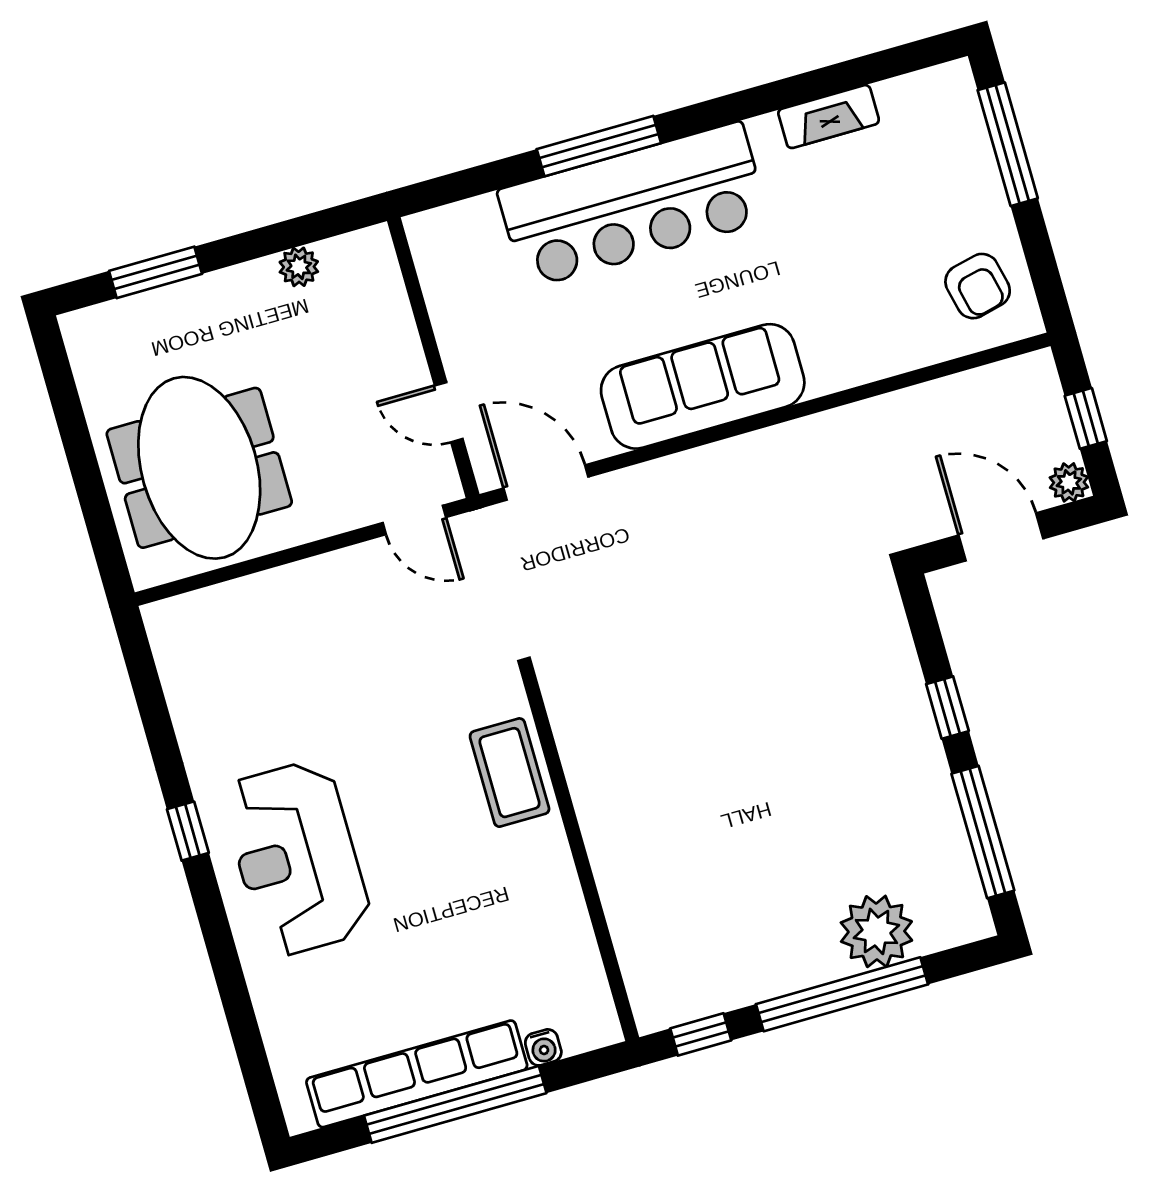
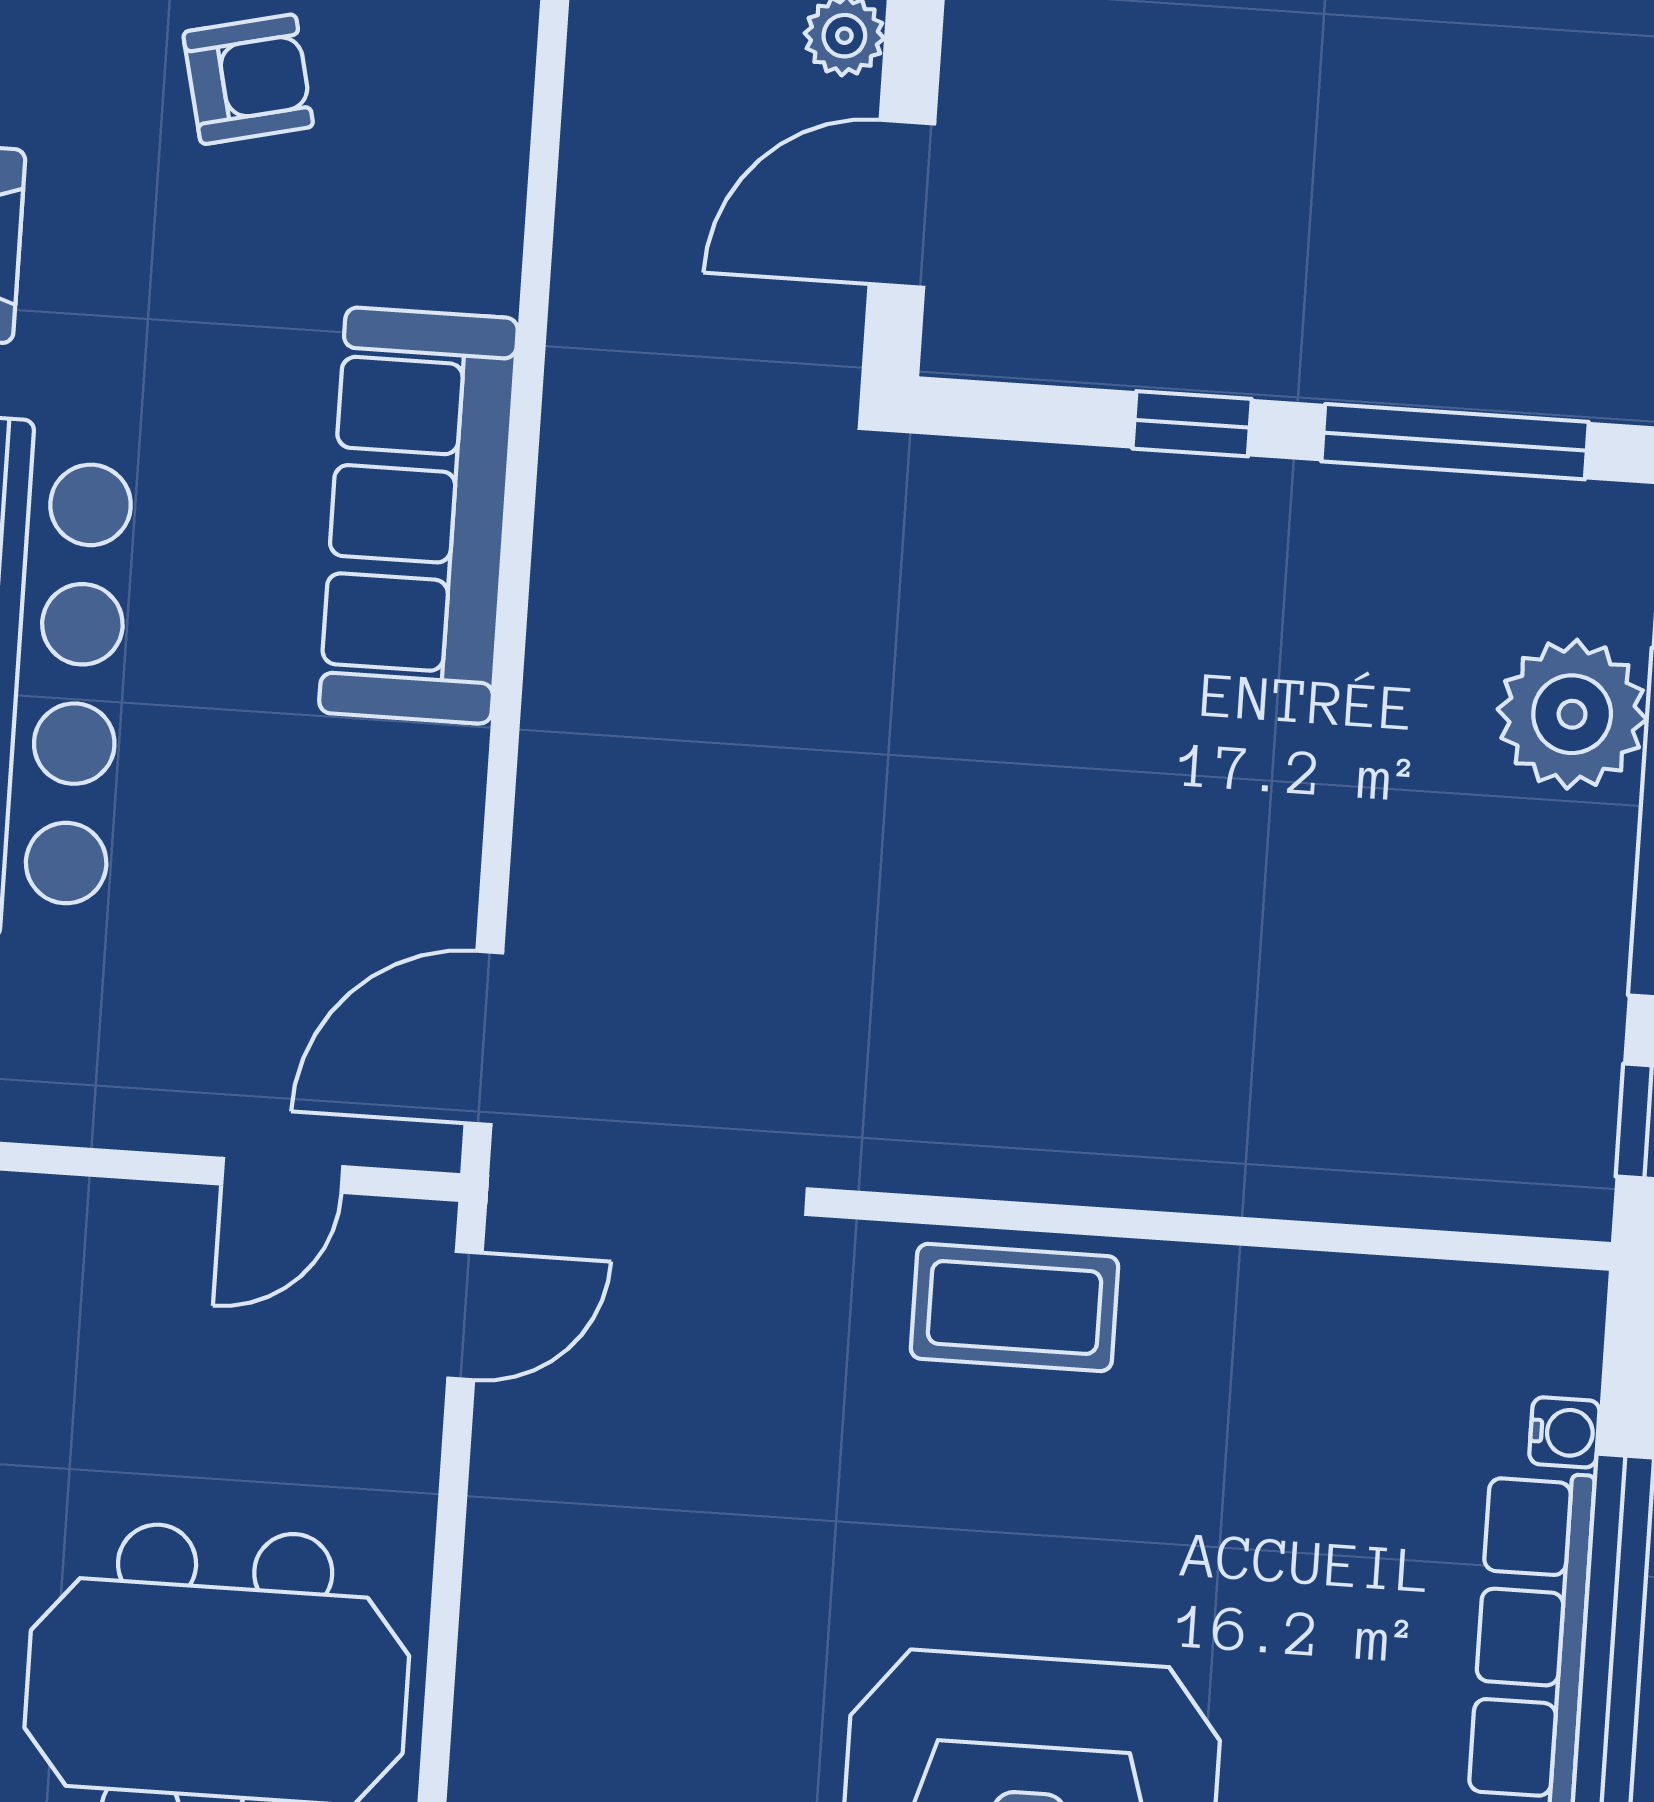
armchair: (978, 286) -> (248, 79), moved
sofa: (703, 386) -> (418, 516), moved

